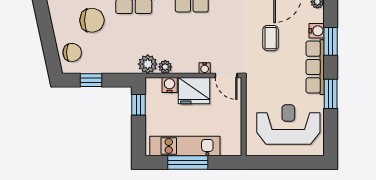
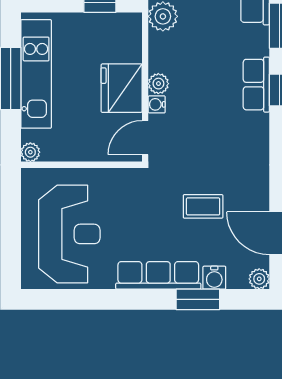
plant: (165, 67) -> (158, 84), moved
water cooler: (170, 85) -> (130, 50), removed
window: (331, 94) -> (117, 299), removed
plant: (235, 150) -> (30, 152), added

